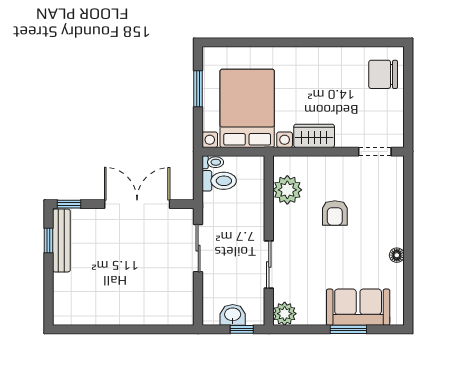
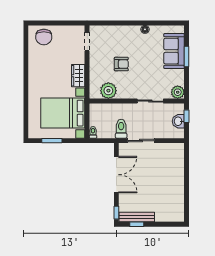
toilet: (219, 181) -> (121, 129), moved
double door: (137, 204) -> (116, 175), swing flipped

